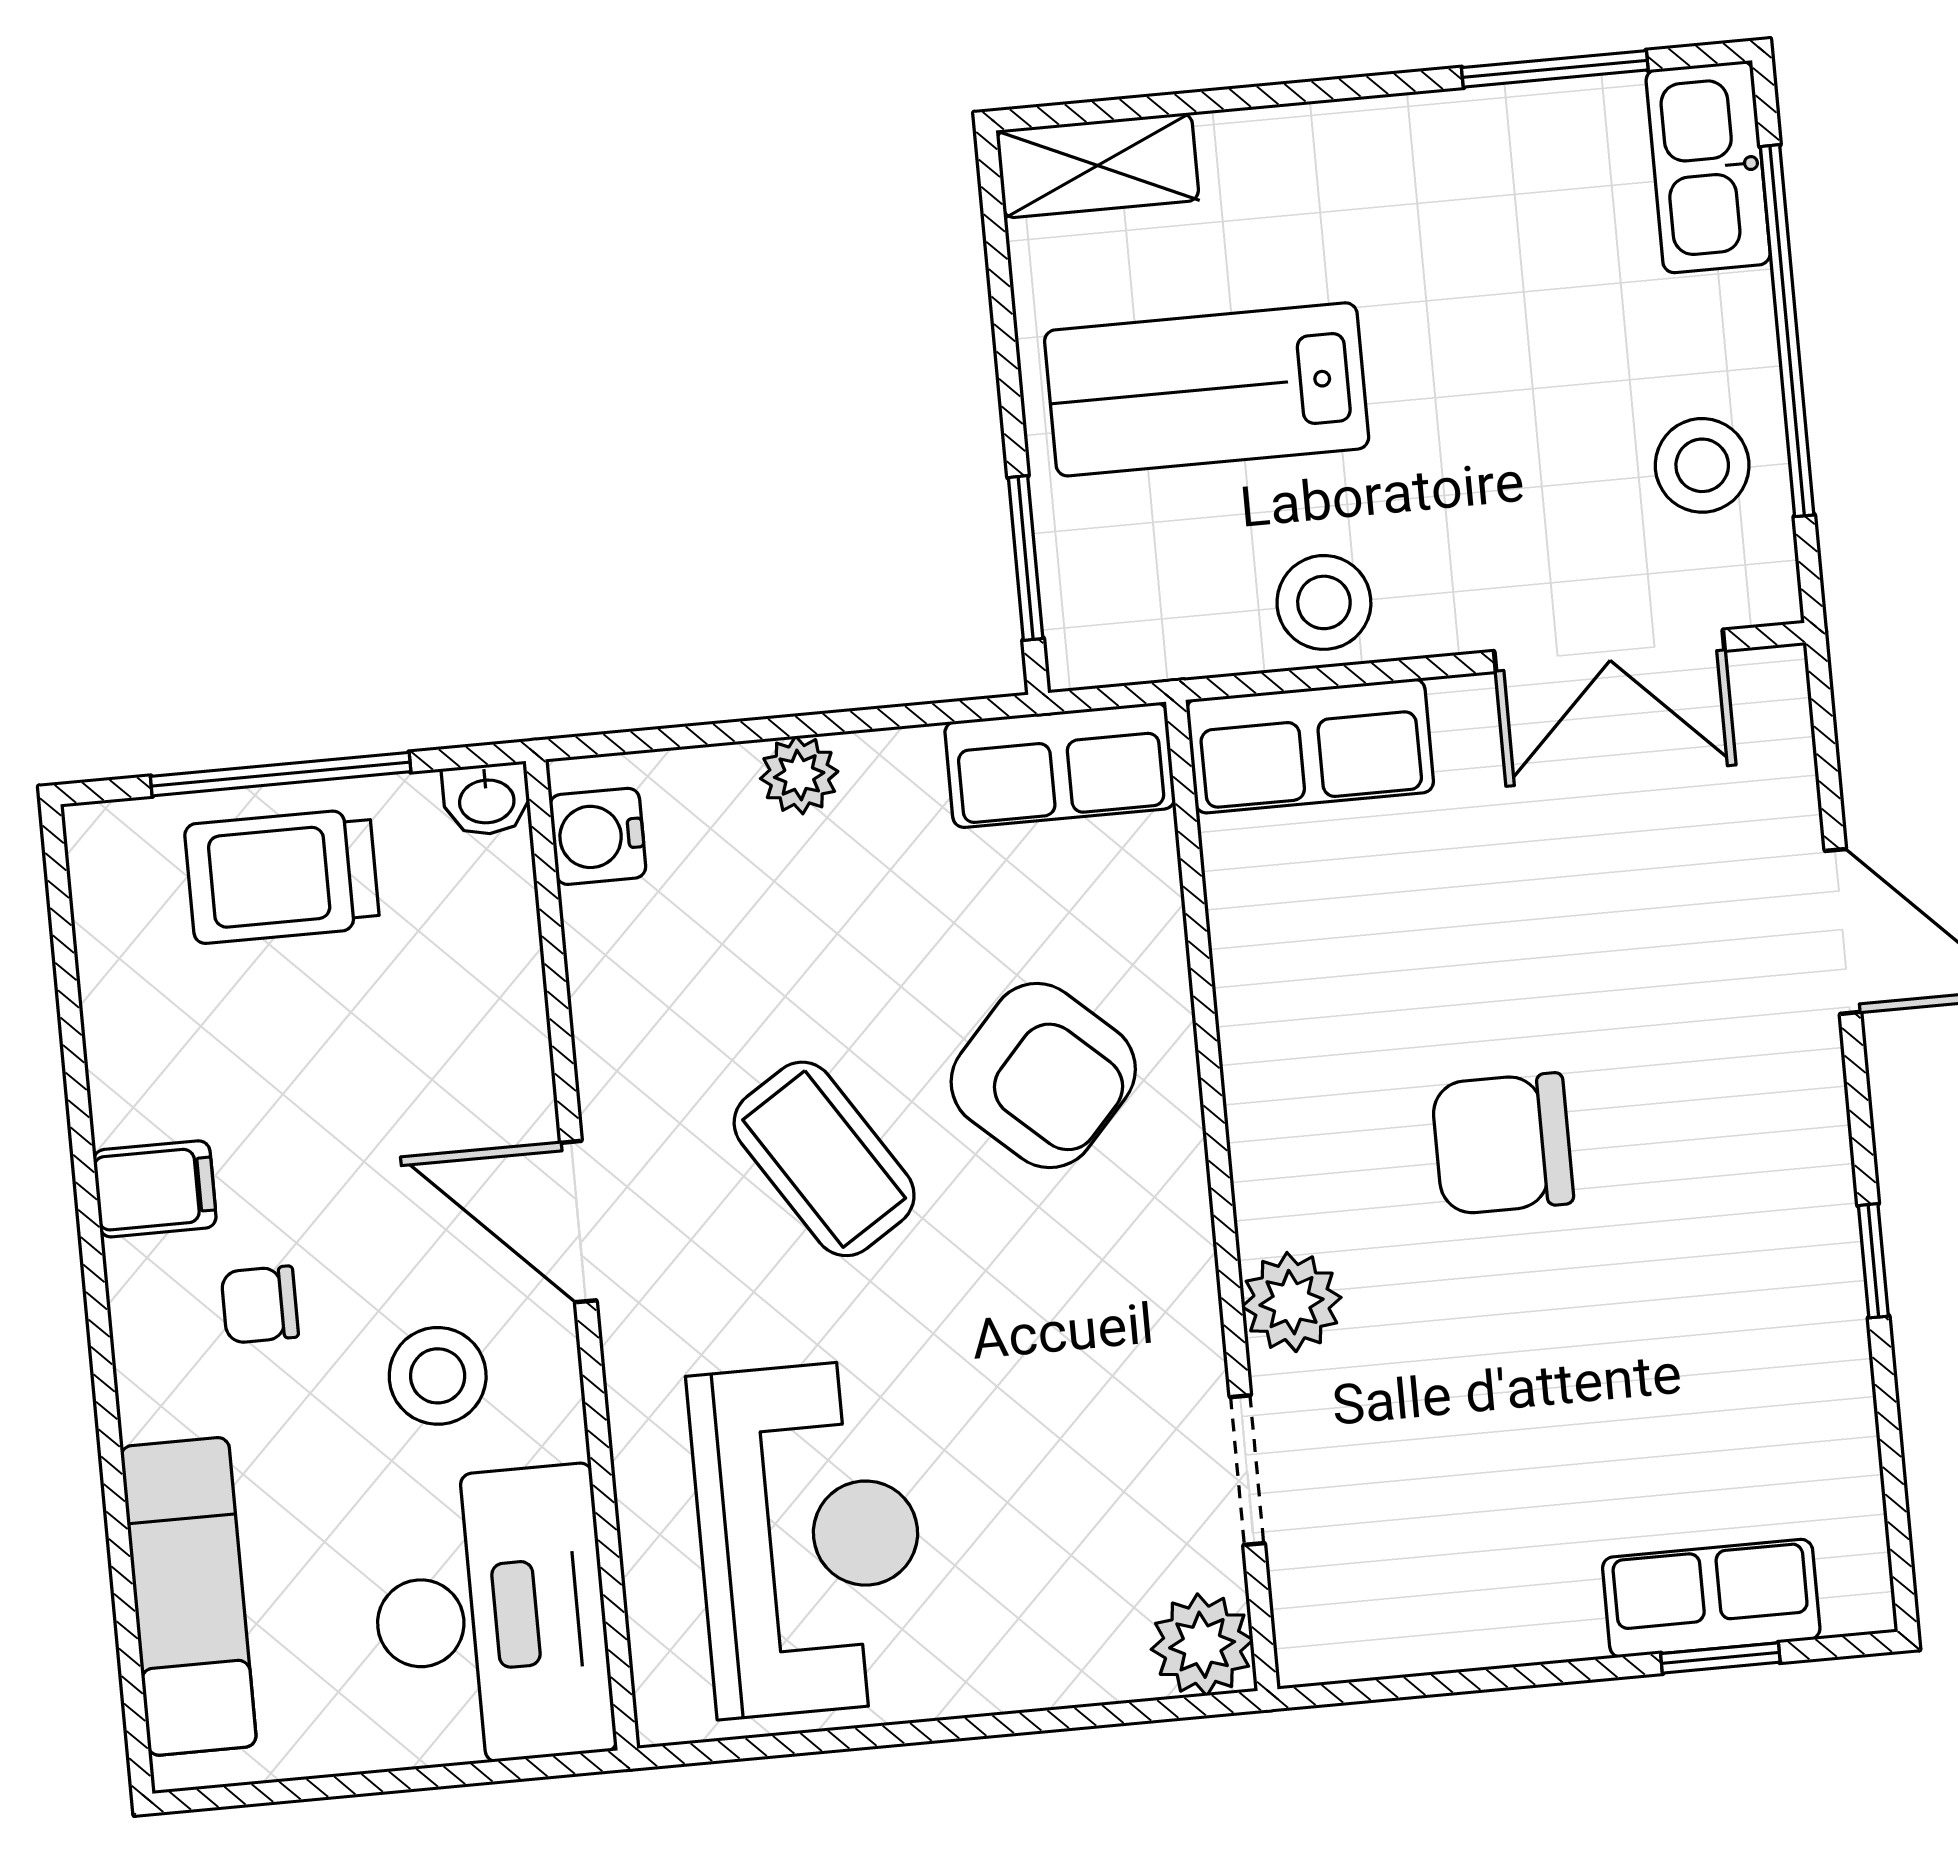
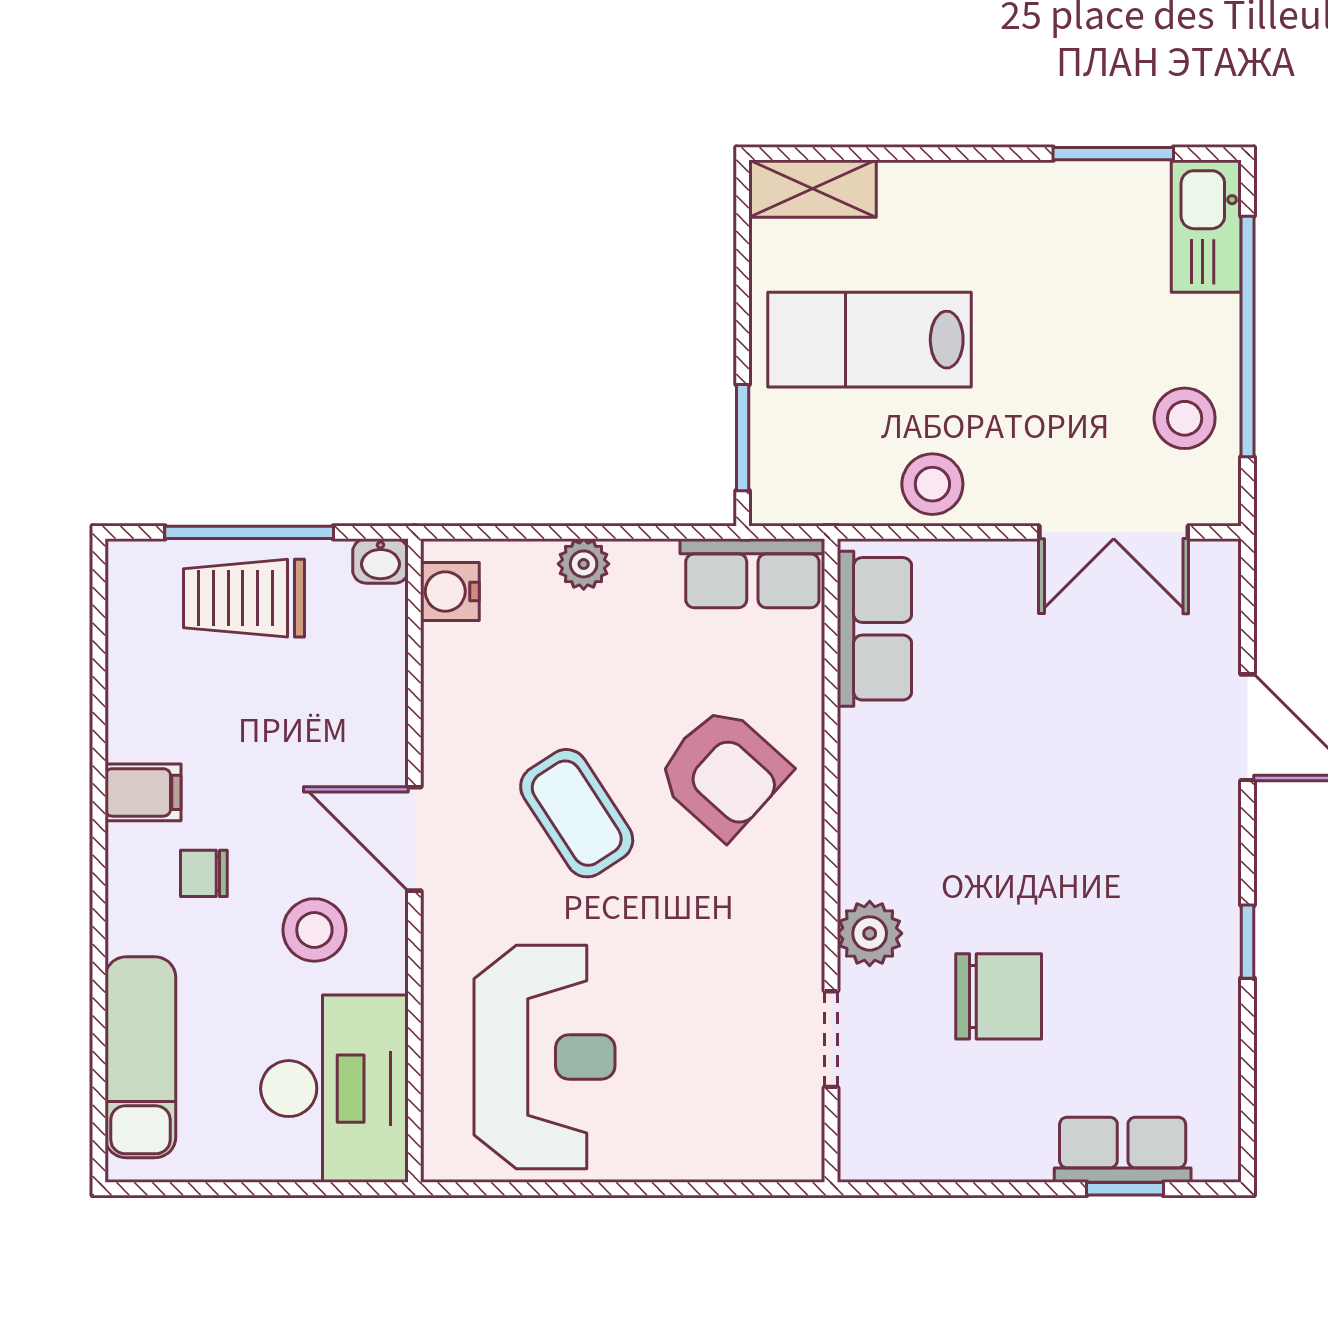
row of seats: (1310, 746) -> (874, 629), moved, turned -90
chair: (1503, 1144) -> (999, 996), moved, turned 180
plant: (1202, 1645) -> (791, 1149), removed

